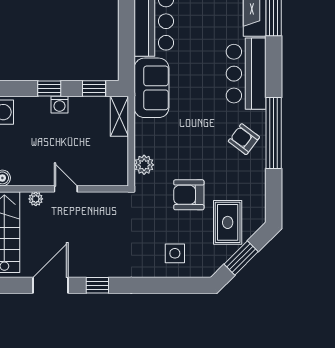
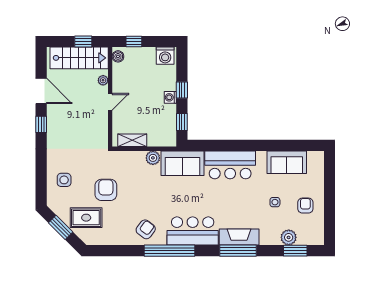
shelving: (119, 116) -> (132, 140), moved
window: (274, 133) -> (169, 251), moved
plant: (144, 165) -> (153, 158), moved

